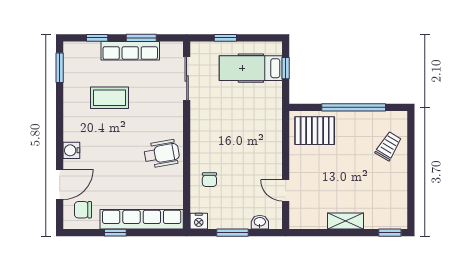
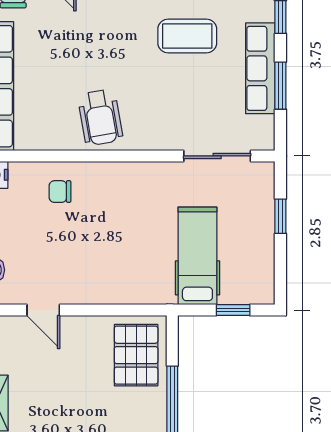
hospital bed: (251, 68) -> (197, 256), moved
coffee table: (109, 98) -> (187, 36), turned 90
door: (286, 190) -> (43, 310), swing flipped

